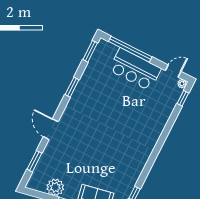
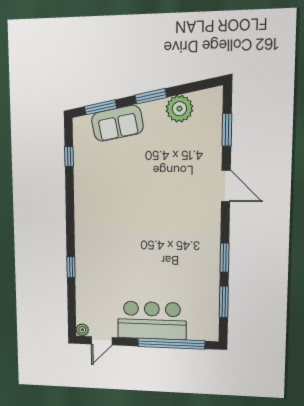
window: (90, 51) -> (224, 302), moved
window: (183, 98) -> (71, 267), moved

